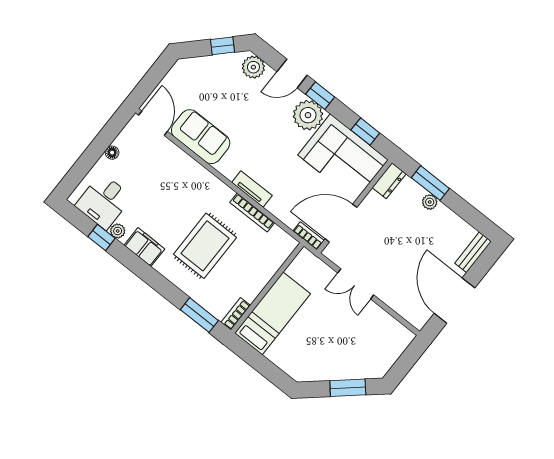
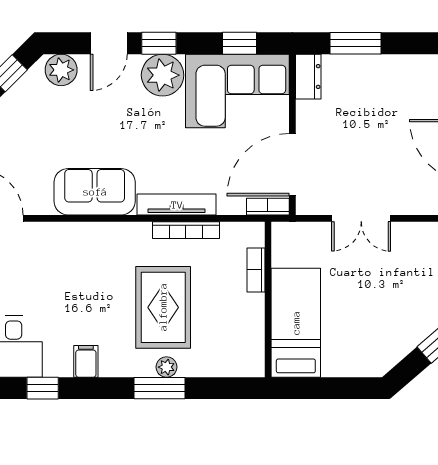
sofa: (201, 137) -> (95, 192), moved
tv unit: (252, 189) -> (177, 205), width x1.41
plant: (430, 202) -> (371, 65), removed
plant: (118, 231) -> (166, 367), moved
filing cabinet: (144, 247) -> (86, 361), width x0.50
bookcase: (236, 314) -> (256, 270), moved
window: (199, 315) -> (160, 388), moved

